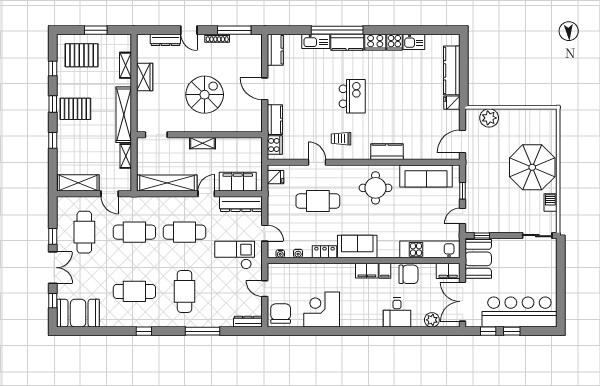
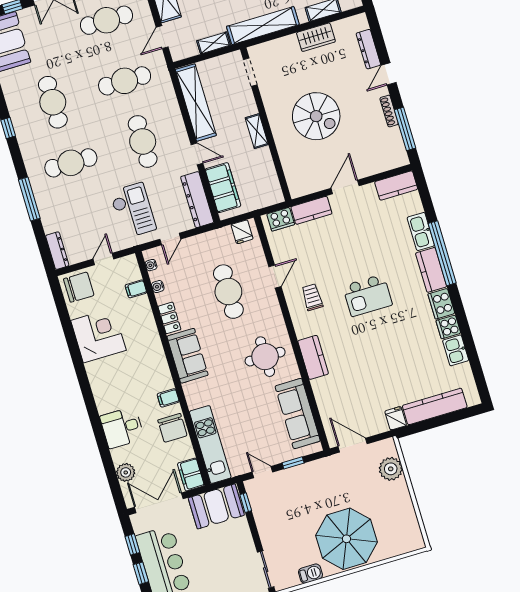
cafe table: (134, 232) -> (125, 81), turned 90
filing cabinet: (367, 271) -> (136, 289), moved, width x0.50

